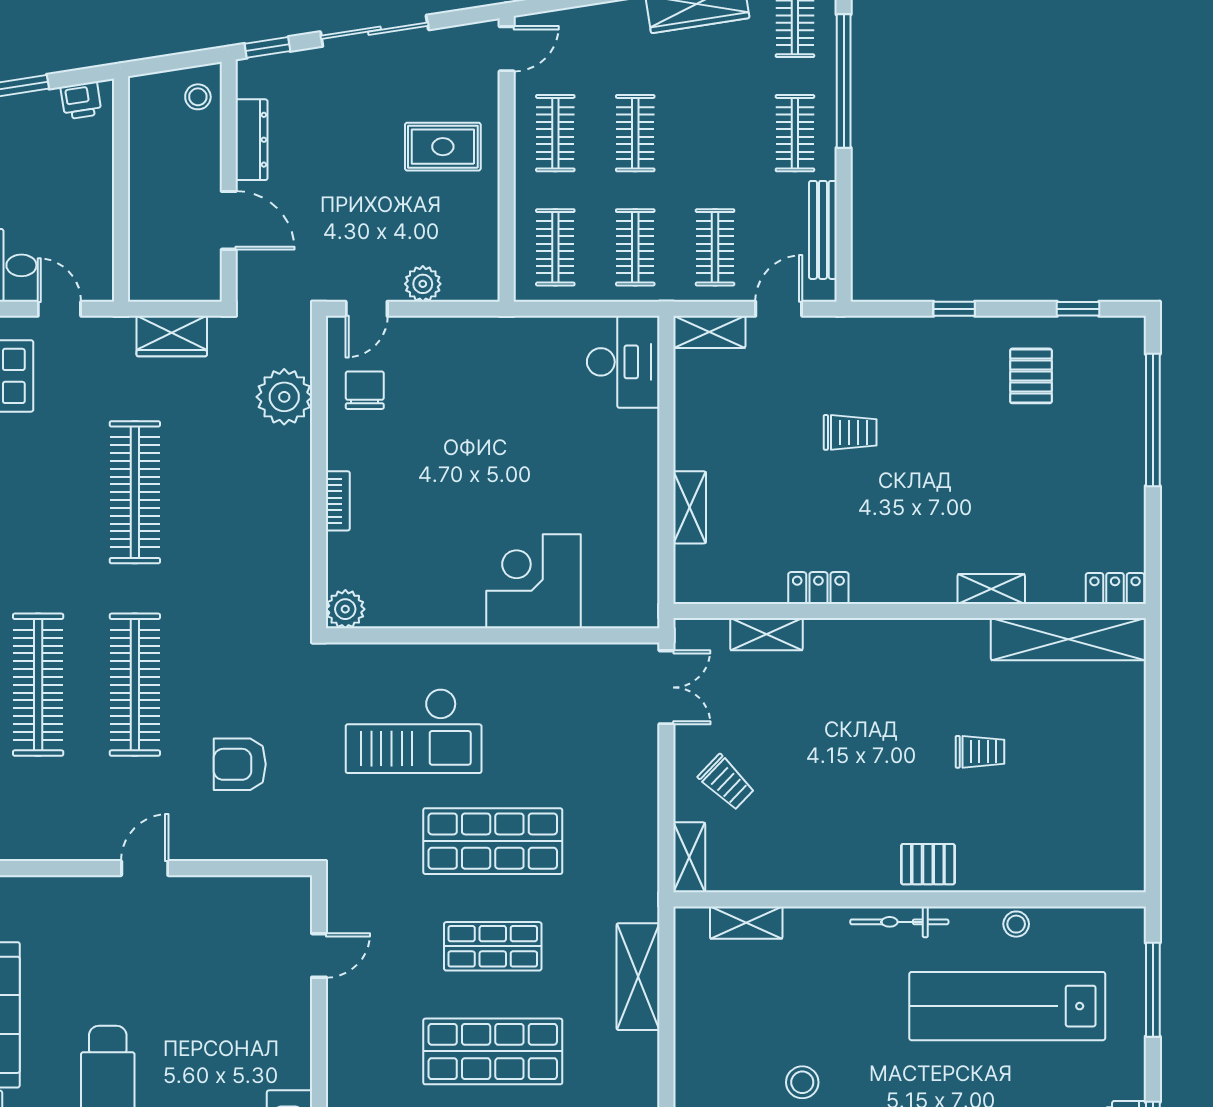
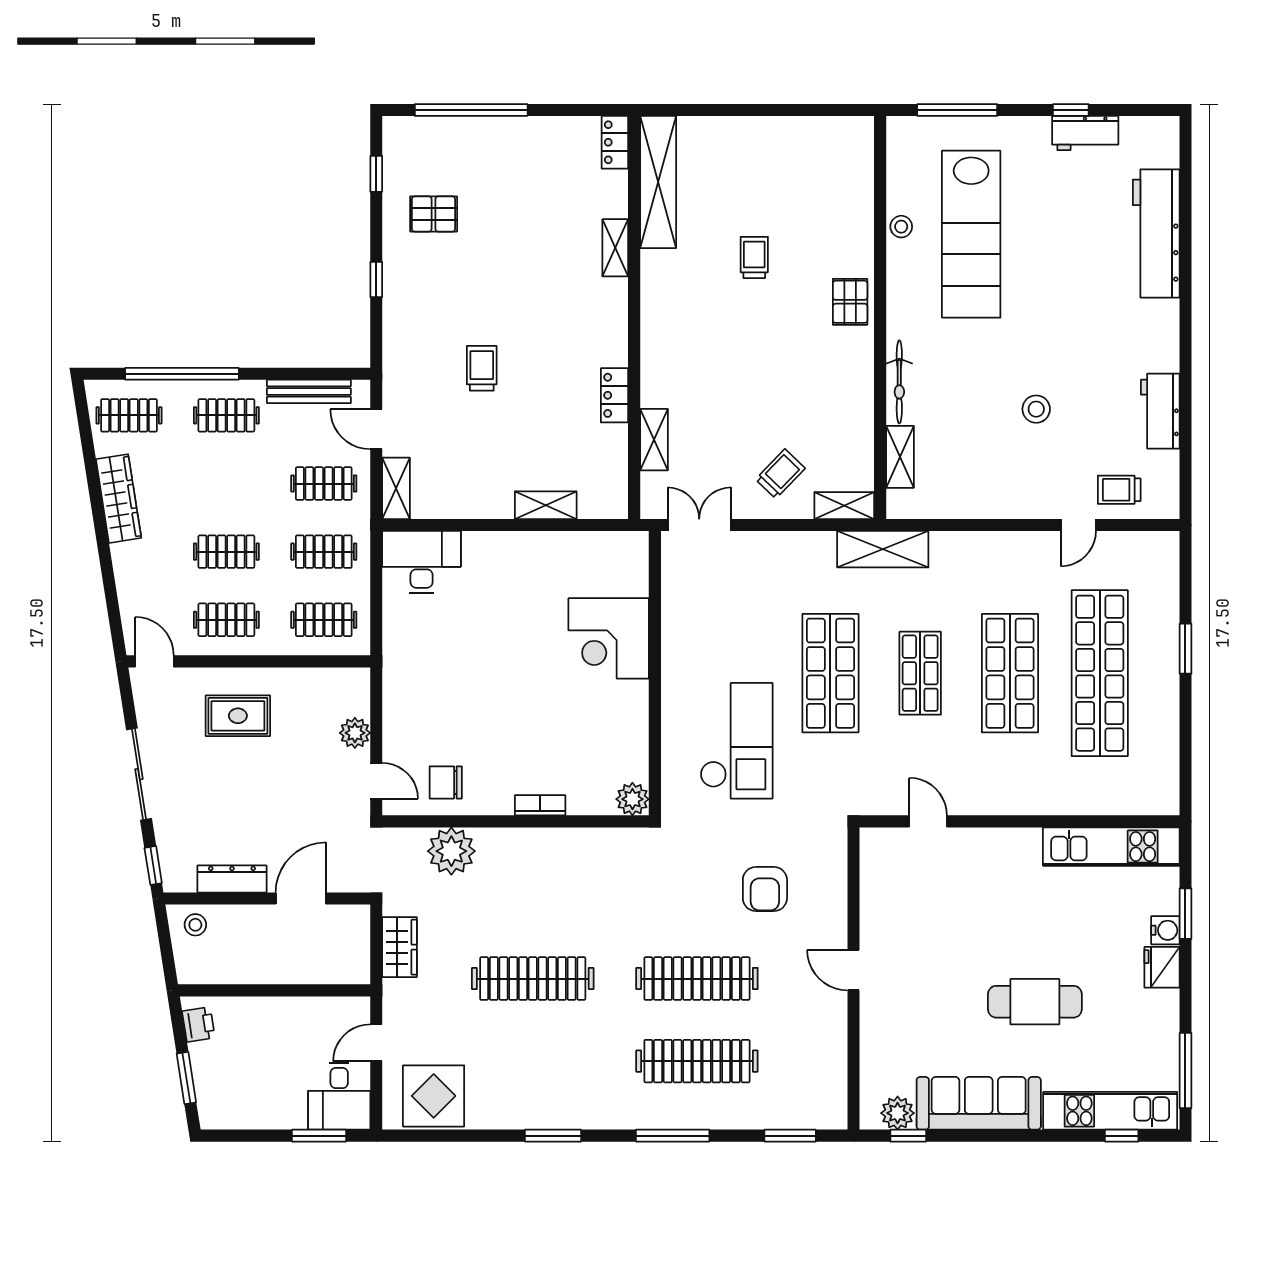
rug: (443, 147) -> (238, 716), turned 90
bicycle: (899, 922) -> (899, 382), moved
shelving: (638, 977) -> (883, 549), moved

